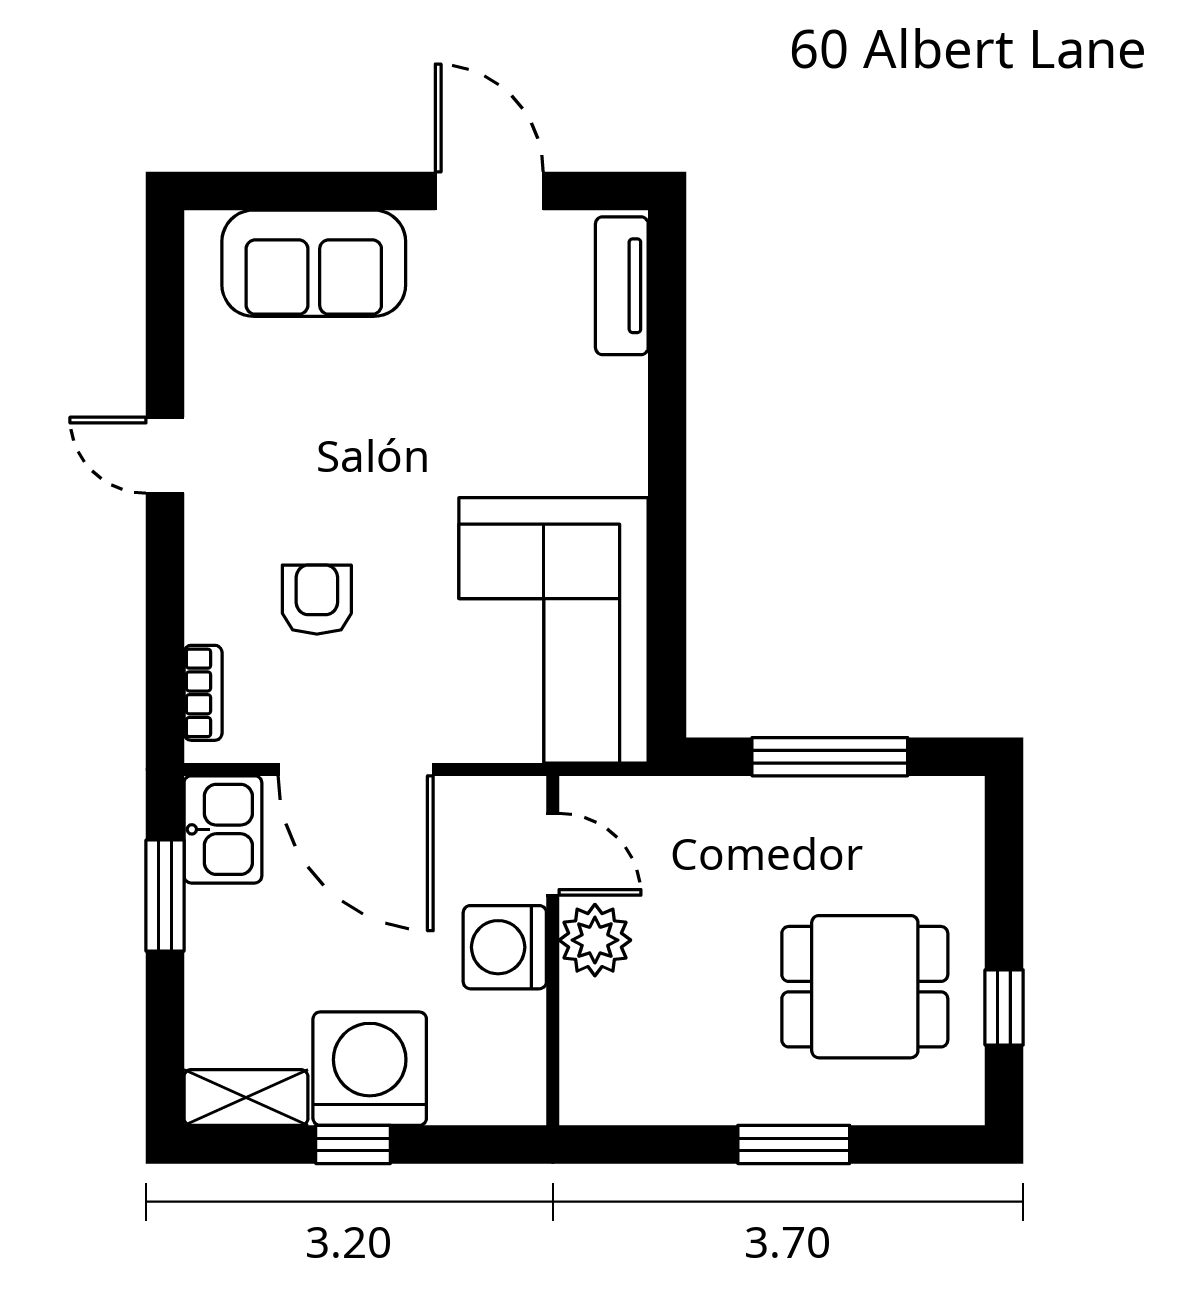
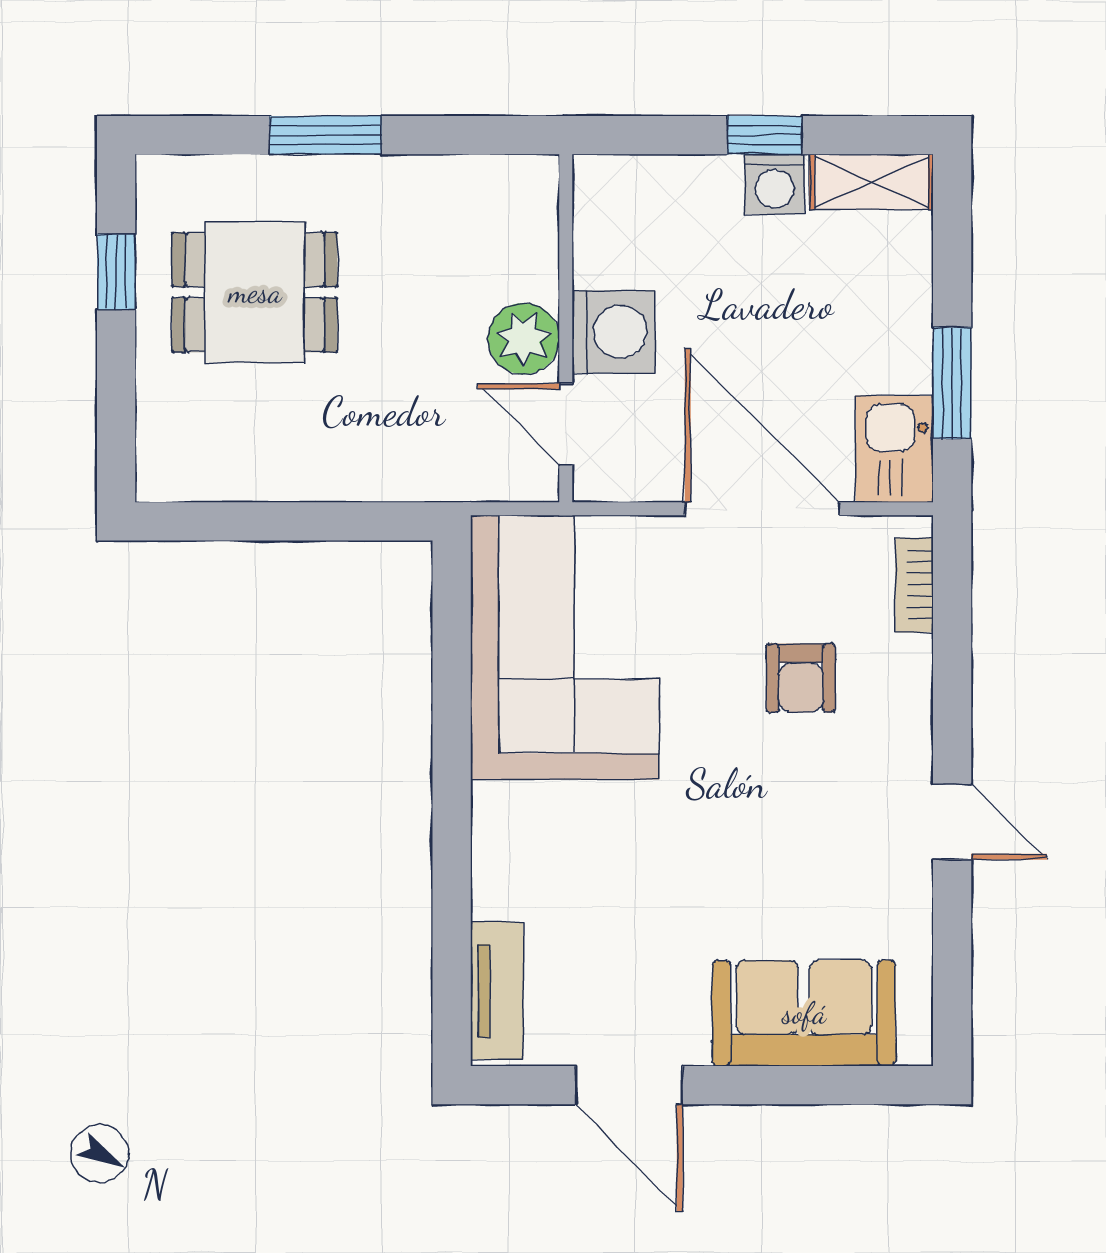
window: (830, 757) -> (290, 521), removed
washing machine: (370, 1069) -> (775, 184), width x0.53, depth x0.53

